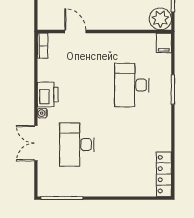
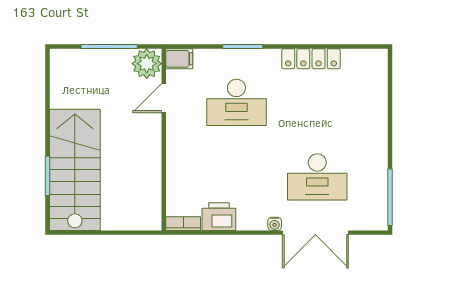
door: (75, 31) -> (164, 98), moved
printer: (48, 94) -> (219, 217), moved
double door: (36, 143) -> (315, 233), width x1.37
locker: (164, 174) -> (311, 59), moved

